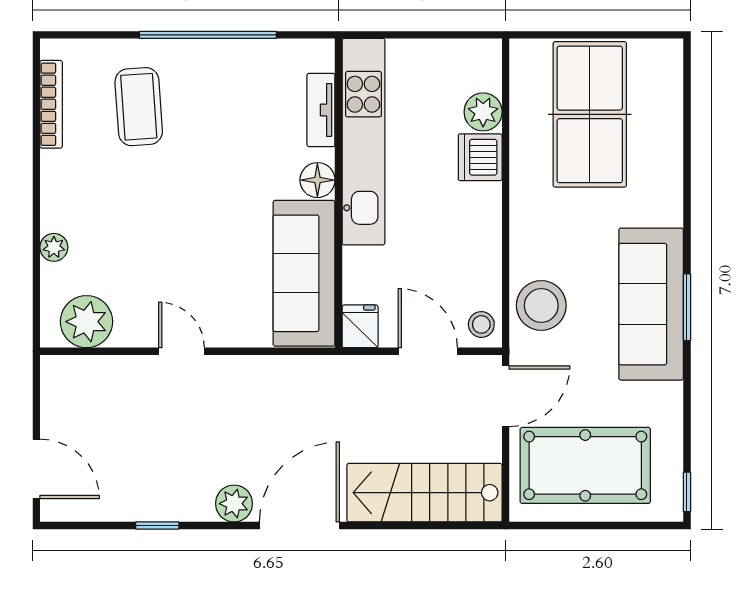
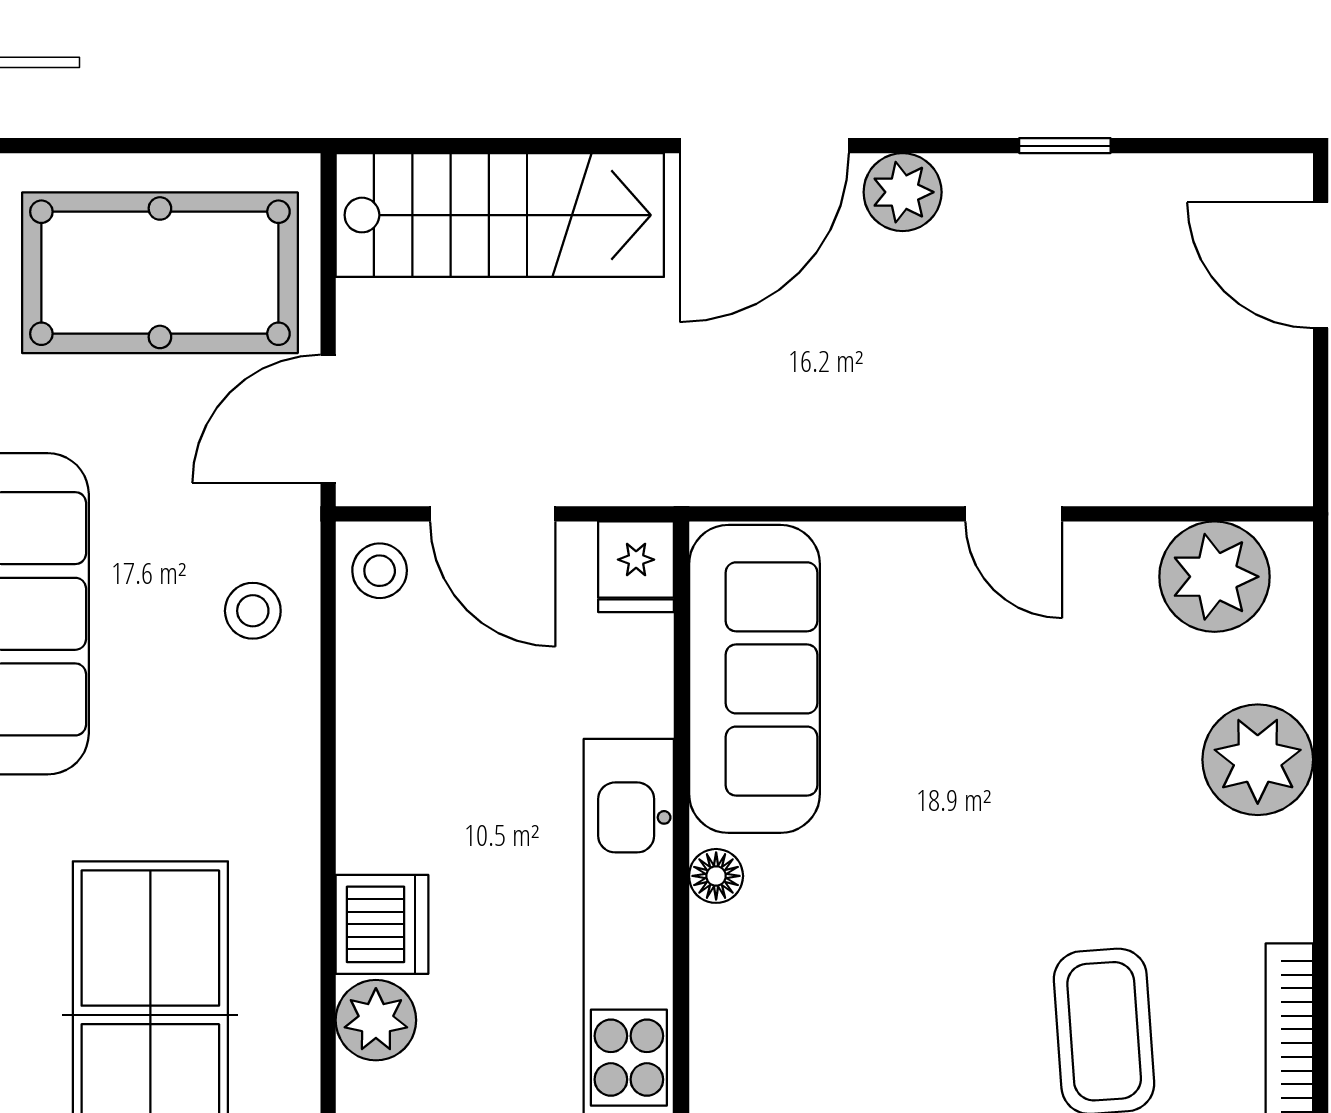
tv unit: (321, 110) -> (719, 1024), removed
floor lamp: (317, 180) -> (716, 876), width x0.73, depth x0.73
plant: (54, 247) -> (1258, 760), width x1.87, depth x1.87
stool: (541, 306) -> (253, 611), width x0.53, depth x0.53

